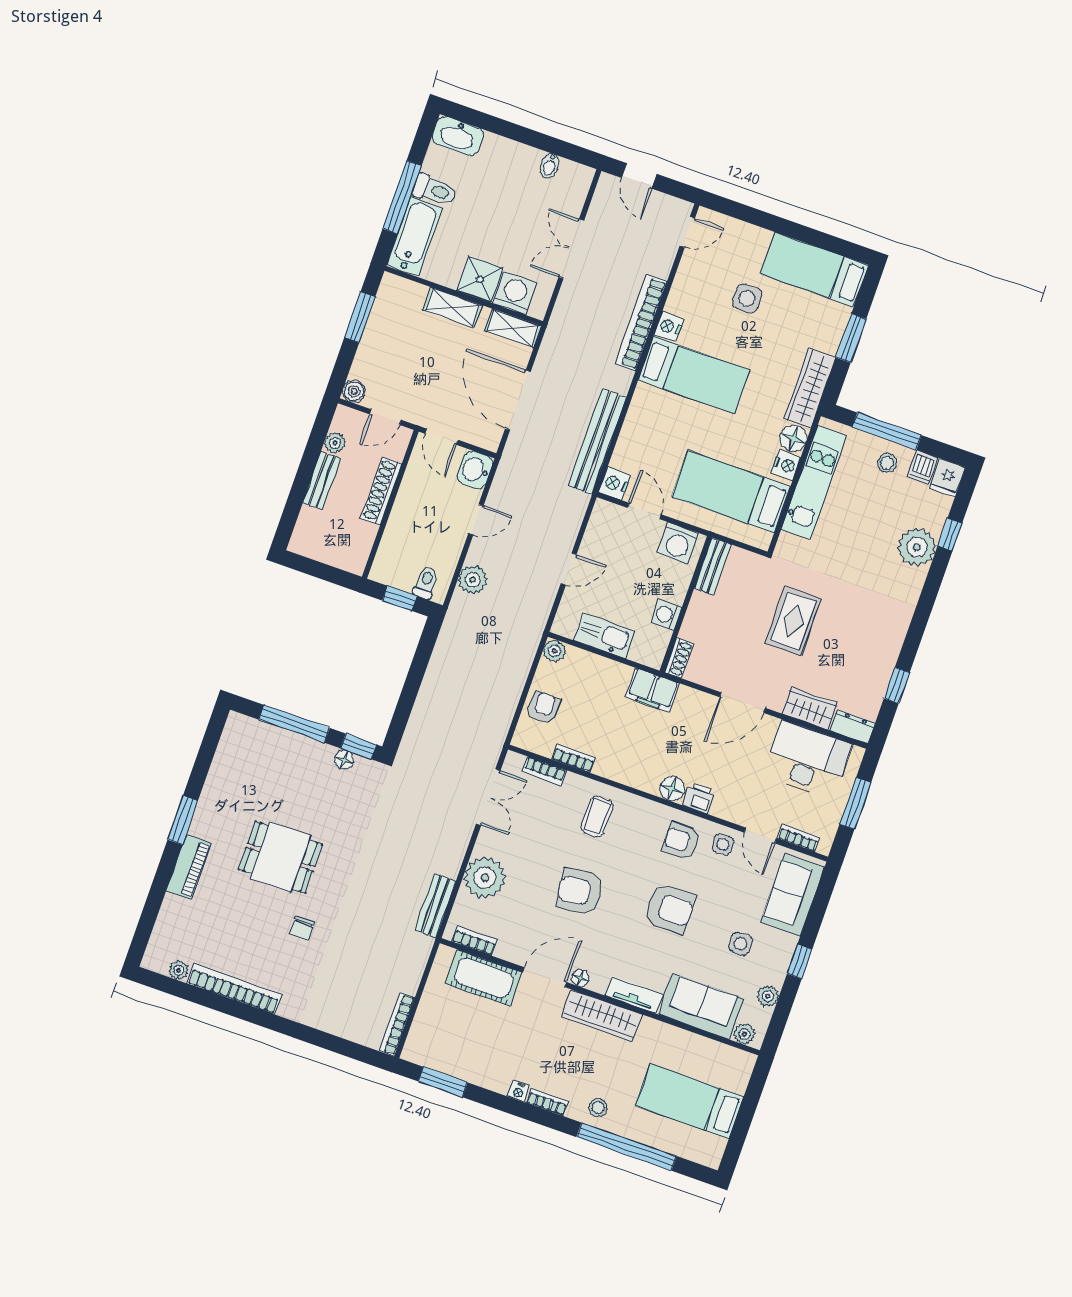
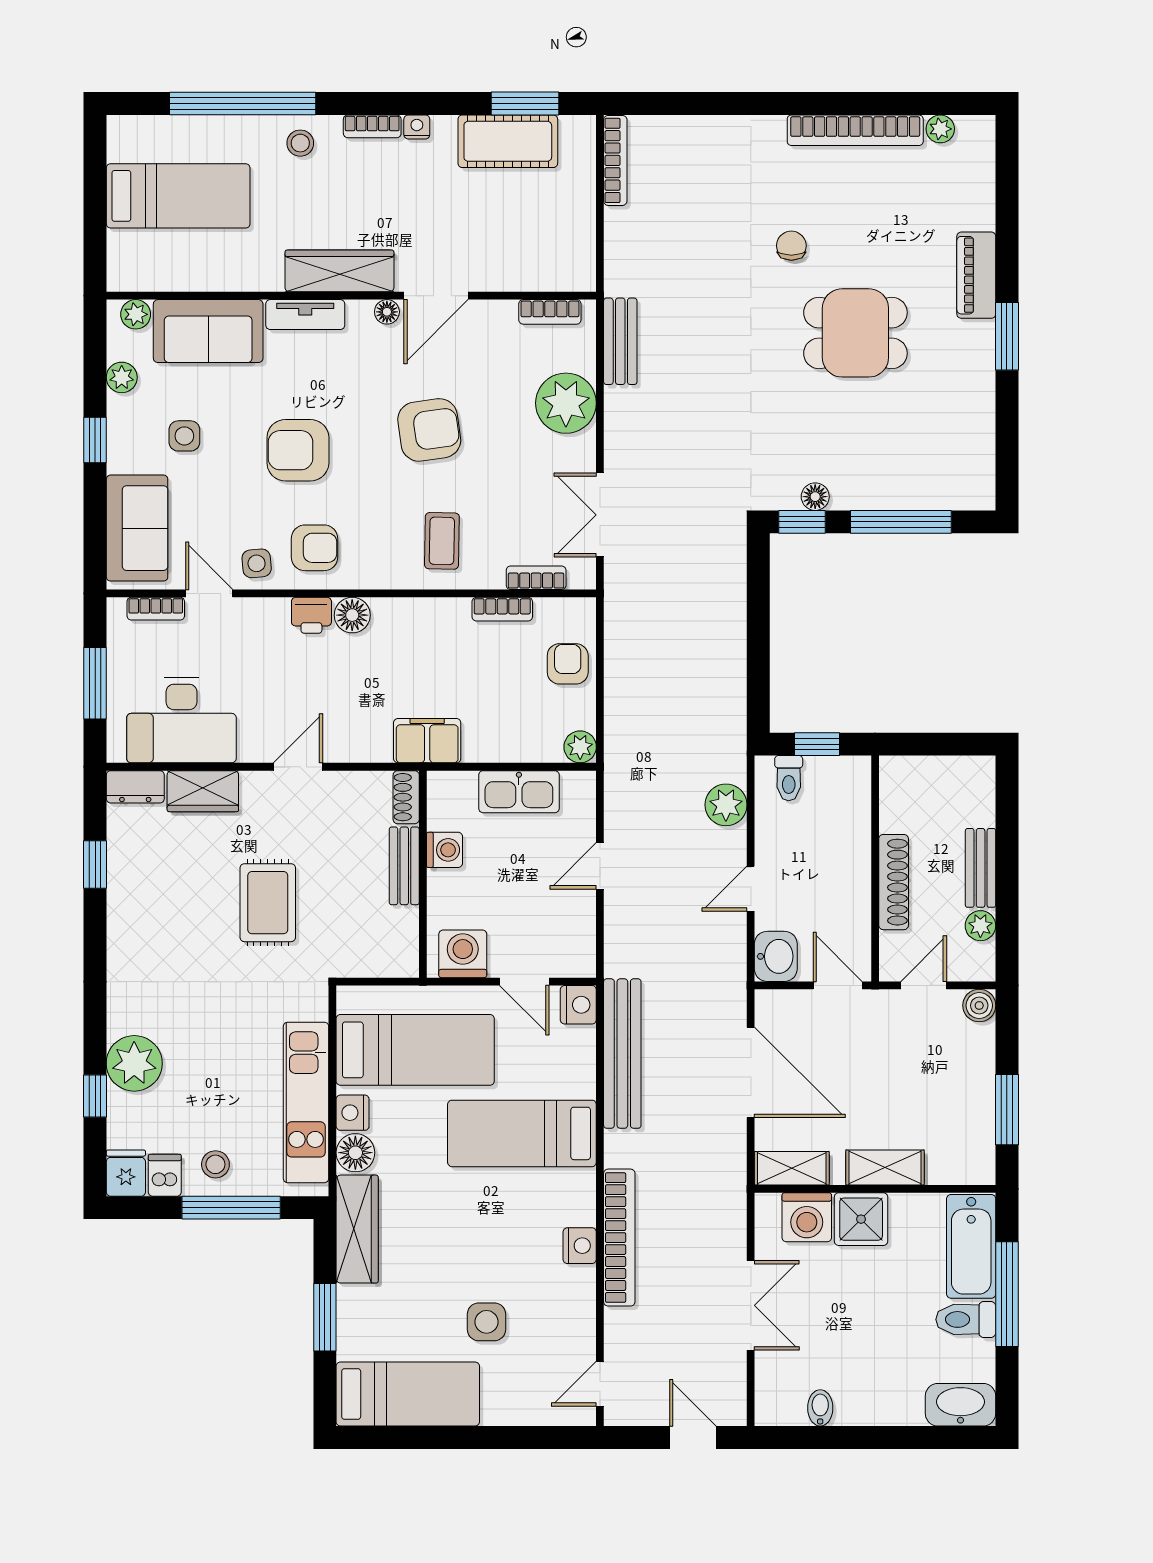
bed: (694, 375) -> (522, 1133), moved
bench: (713, 566) -> (404, 866), moved
door: (742, 703) -> (298, 767), width x0.73
armchair: (543, 708) -> (568, 664), turned 180
cot: (484, 978) -> (508, 141), moved

